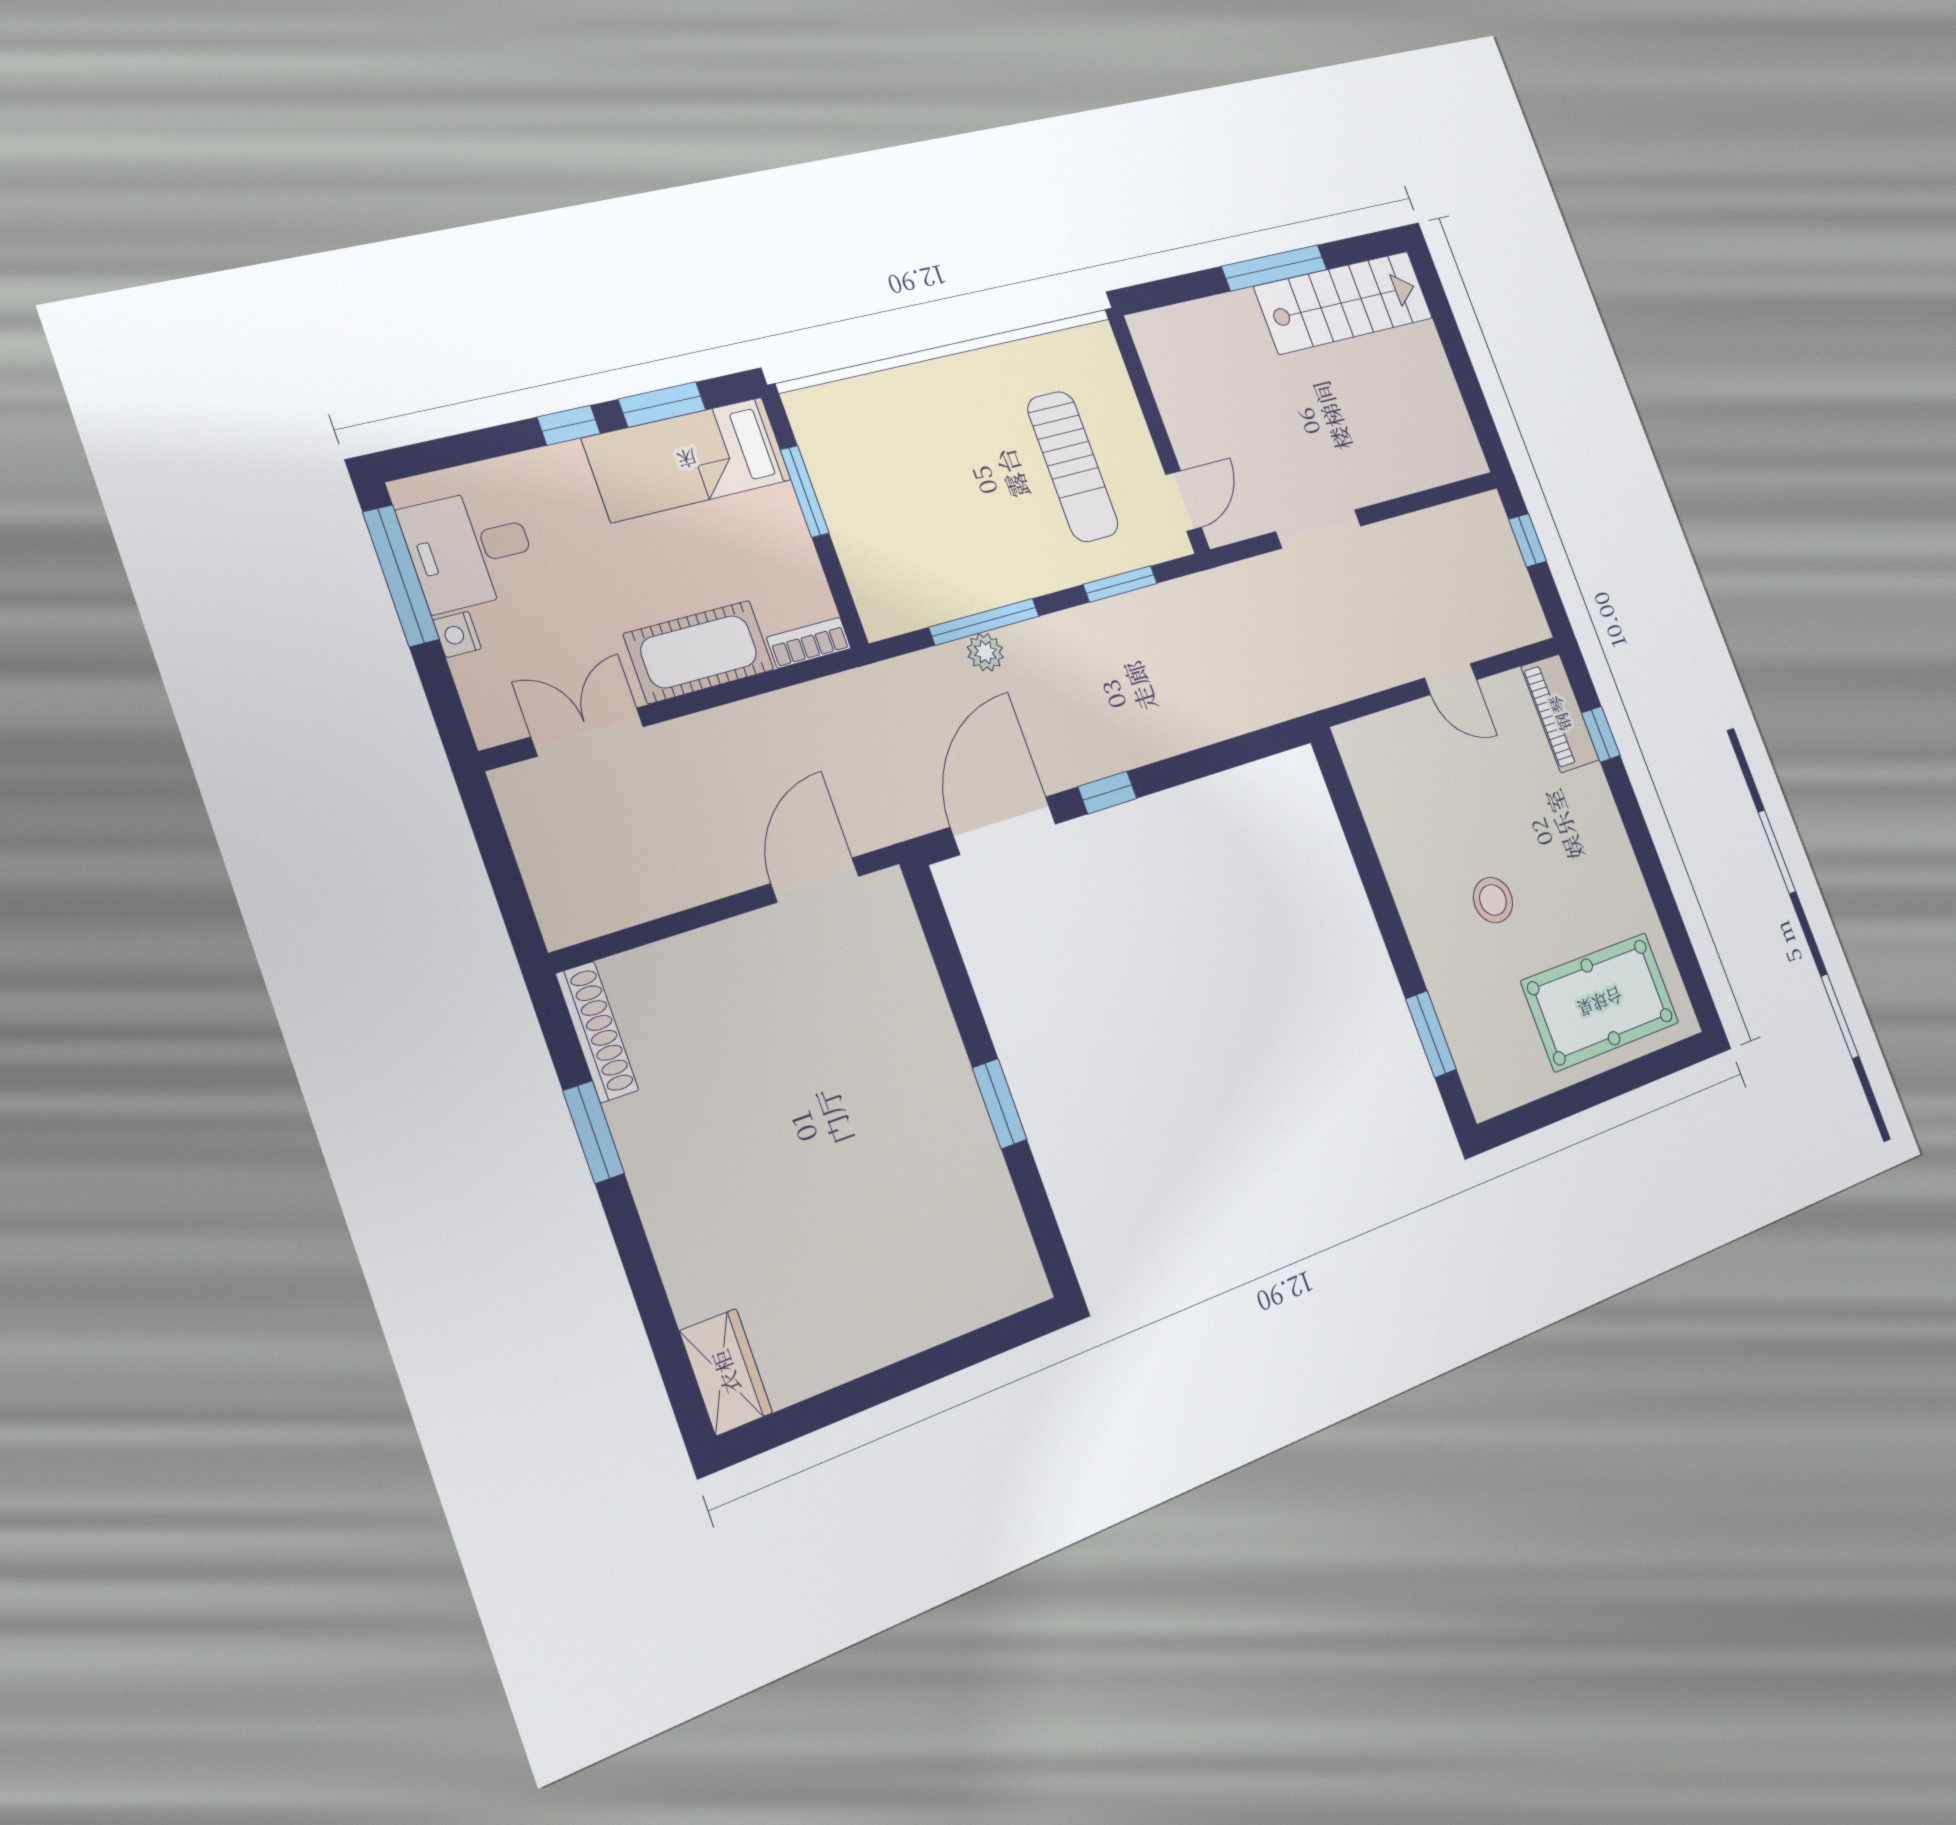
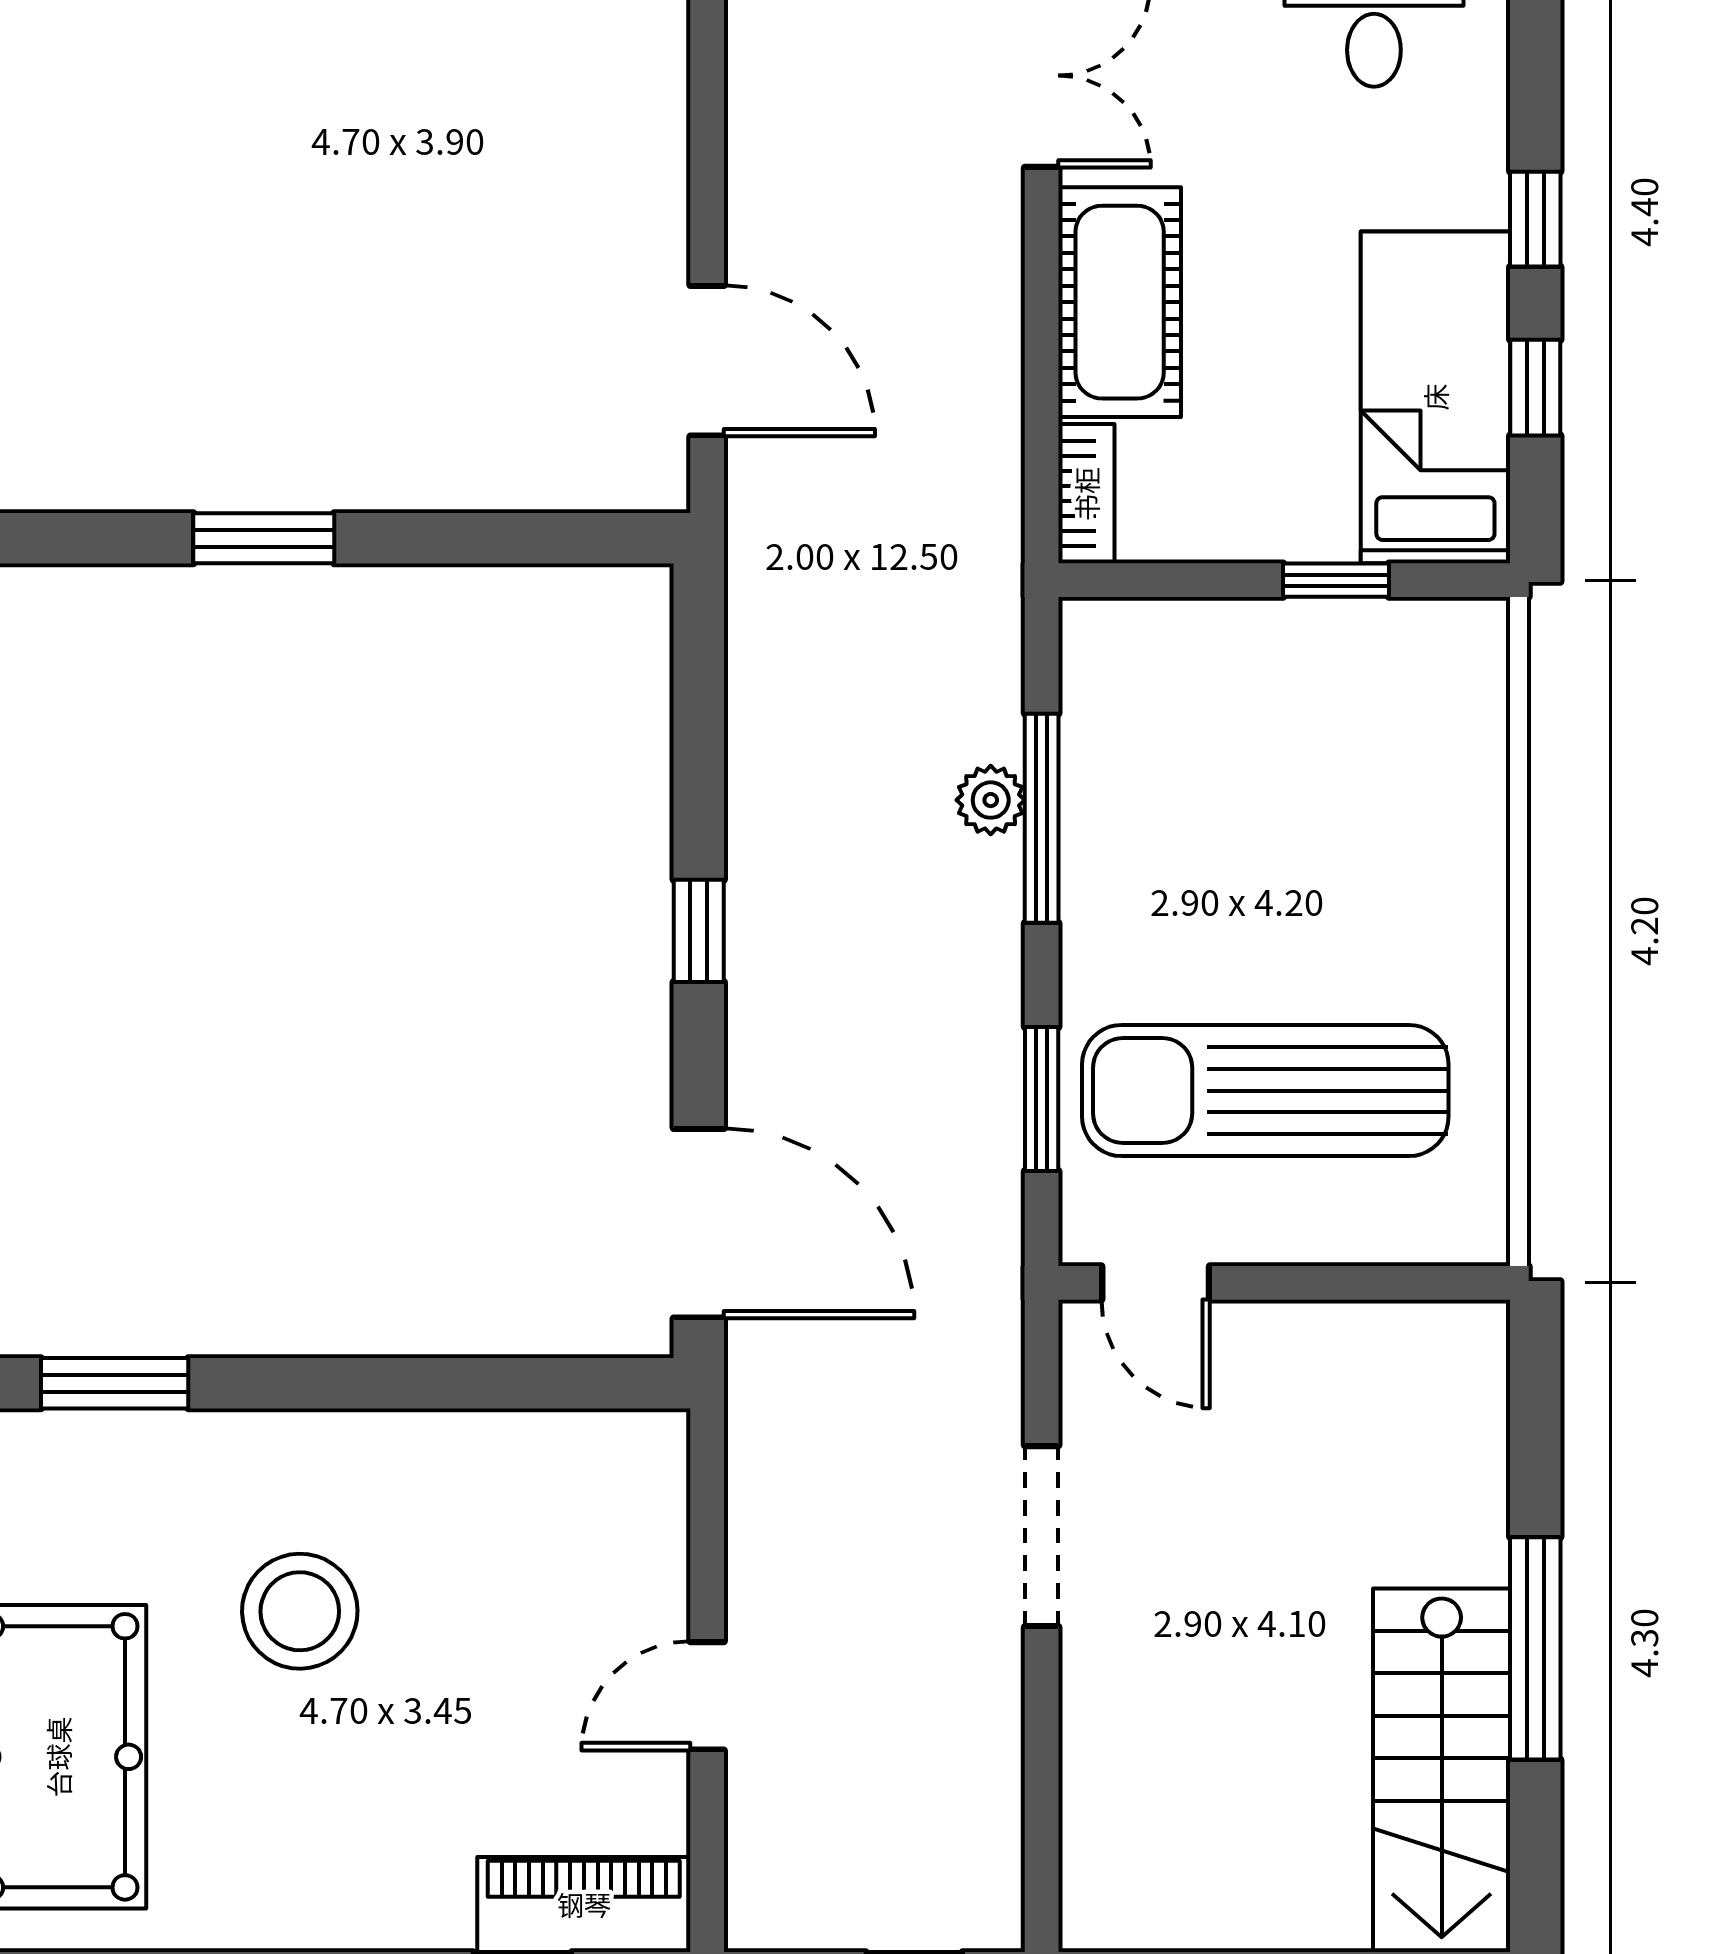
window: (662, 404) -> (1535, 388), width x0.67
sun lounger: (1073, 467) -> (1265, 1091), width x1.36, depth x1.34
window: (805, 491) -> (1336, 580), width x0.67
door: (1003, 826) -> (699, 1223), moved
stool: (1493, 900) -> (300, 1611), width x1.38, depth x1.38

